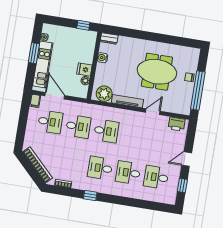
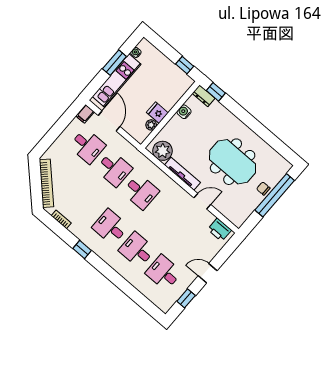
window: (116, 31) -> (216, 92), added
window: (198, 91) -> (275, 195), moved

